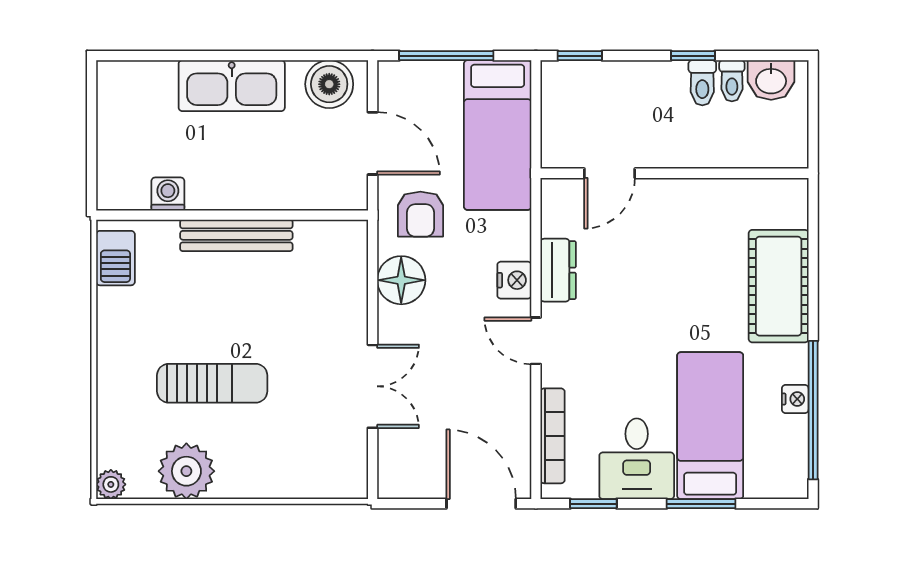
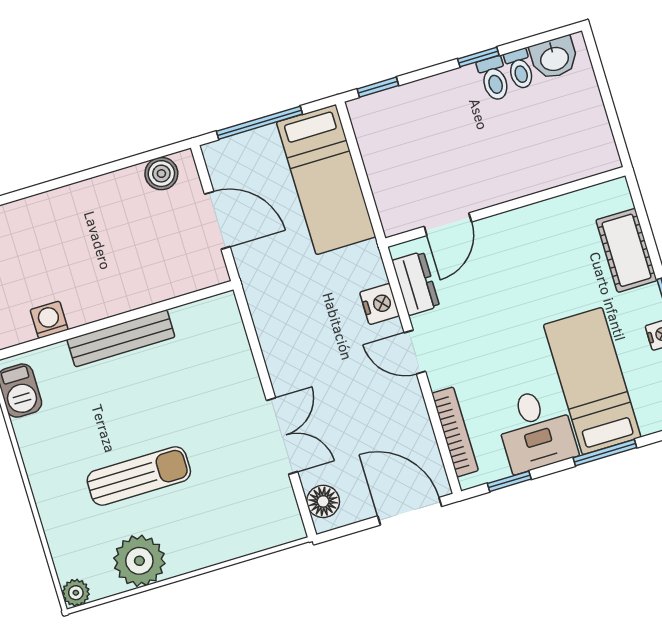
boiler: (329, 84) -> (161, 174), width x0.73, depth x0.73
kitchen sink: (232, 86) -> (77, 207), removed
door: (610, 173) -> (448, 224), moved
wall: (674, 173) -> (505, 207), moved
armchair: (420, 214) -> (279, 270), removed
floor lamp: (401, 280) -> (323, 501), moved, width x0.73, depth x0.73
cot: (779, 286) -> (627, 250), width x0.73, depth x0.75

